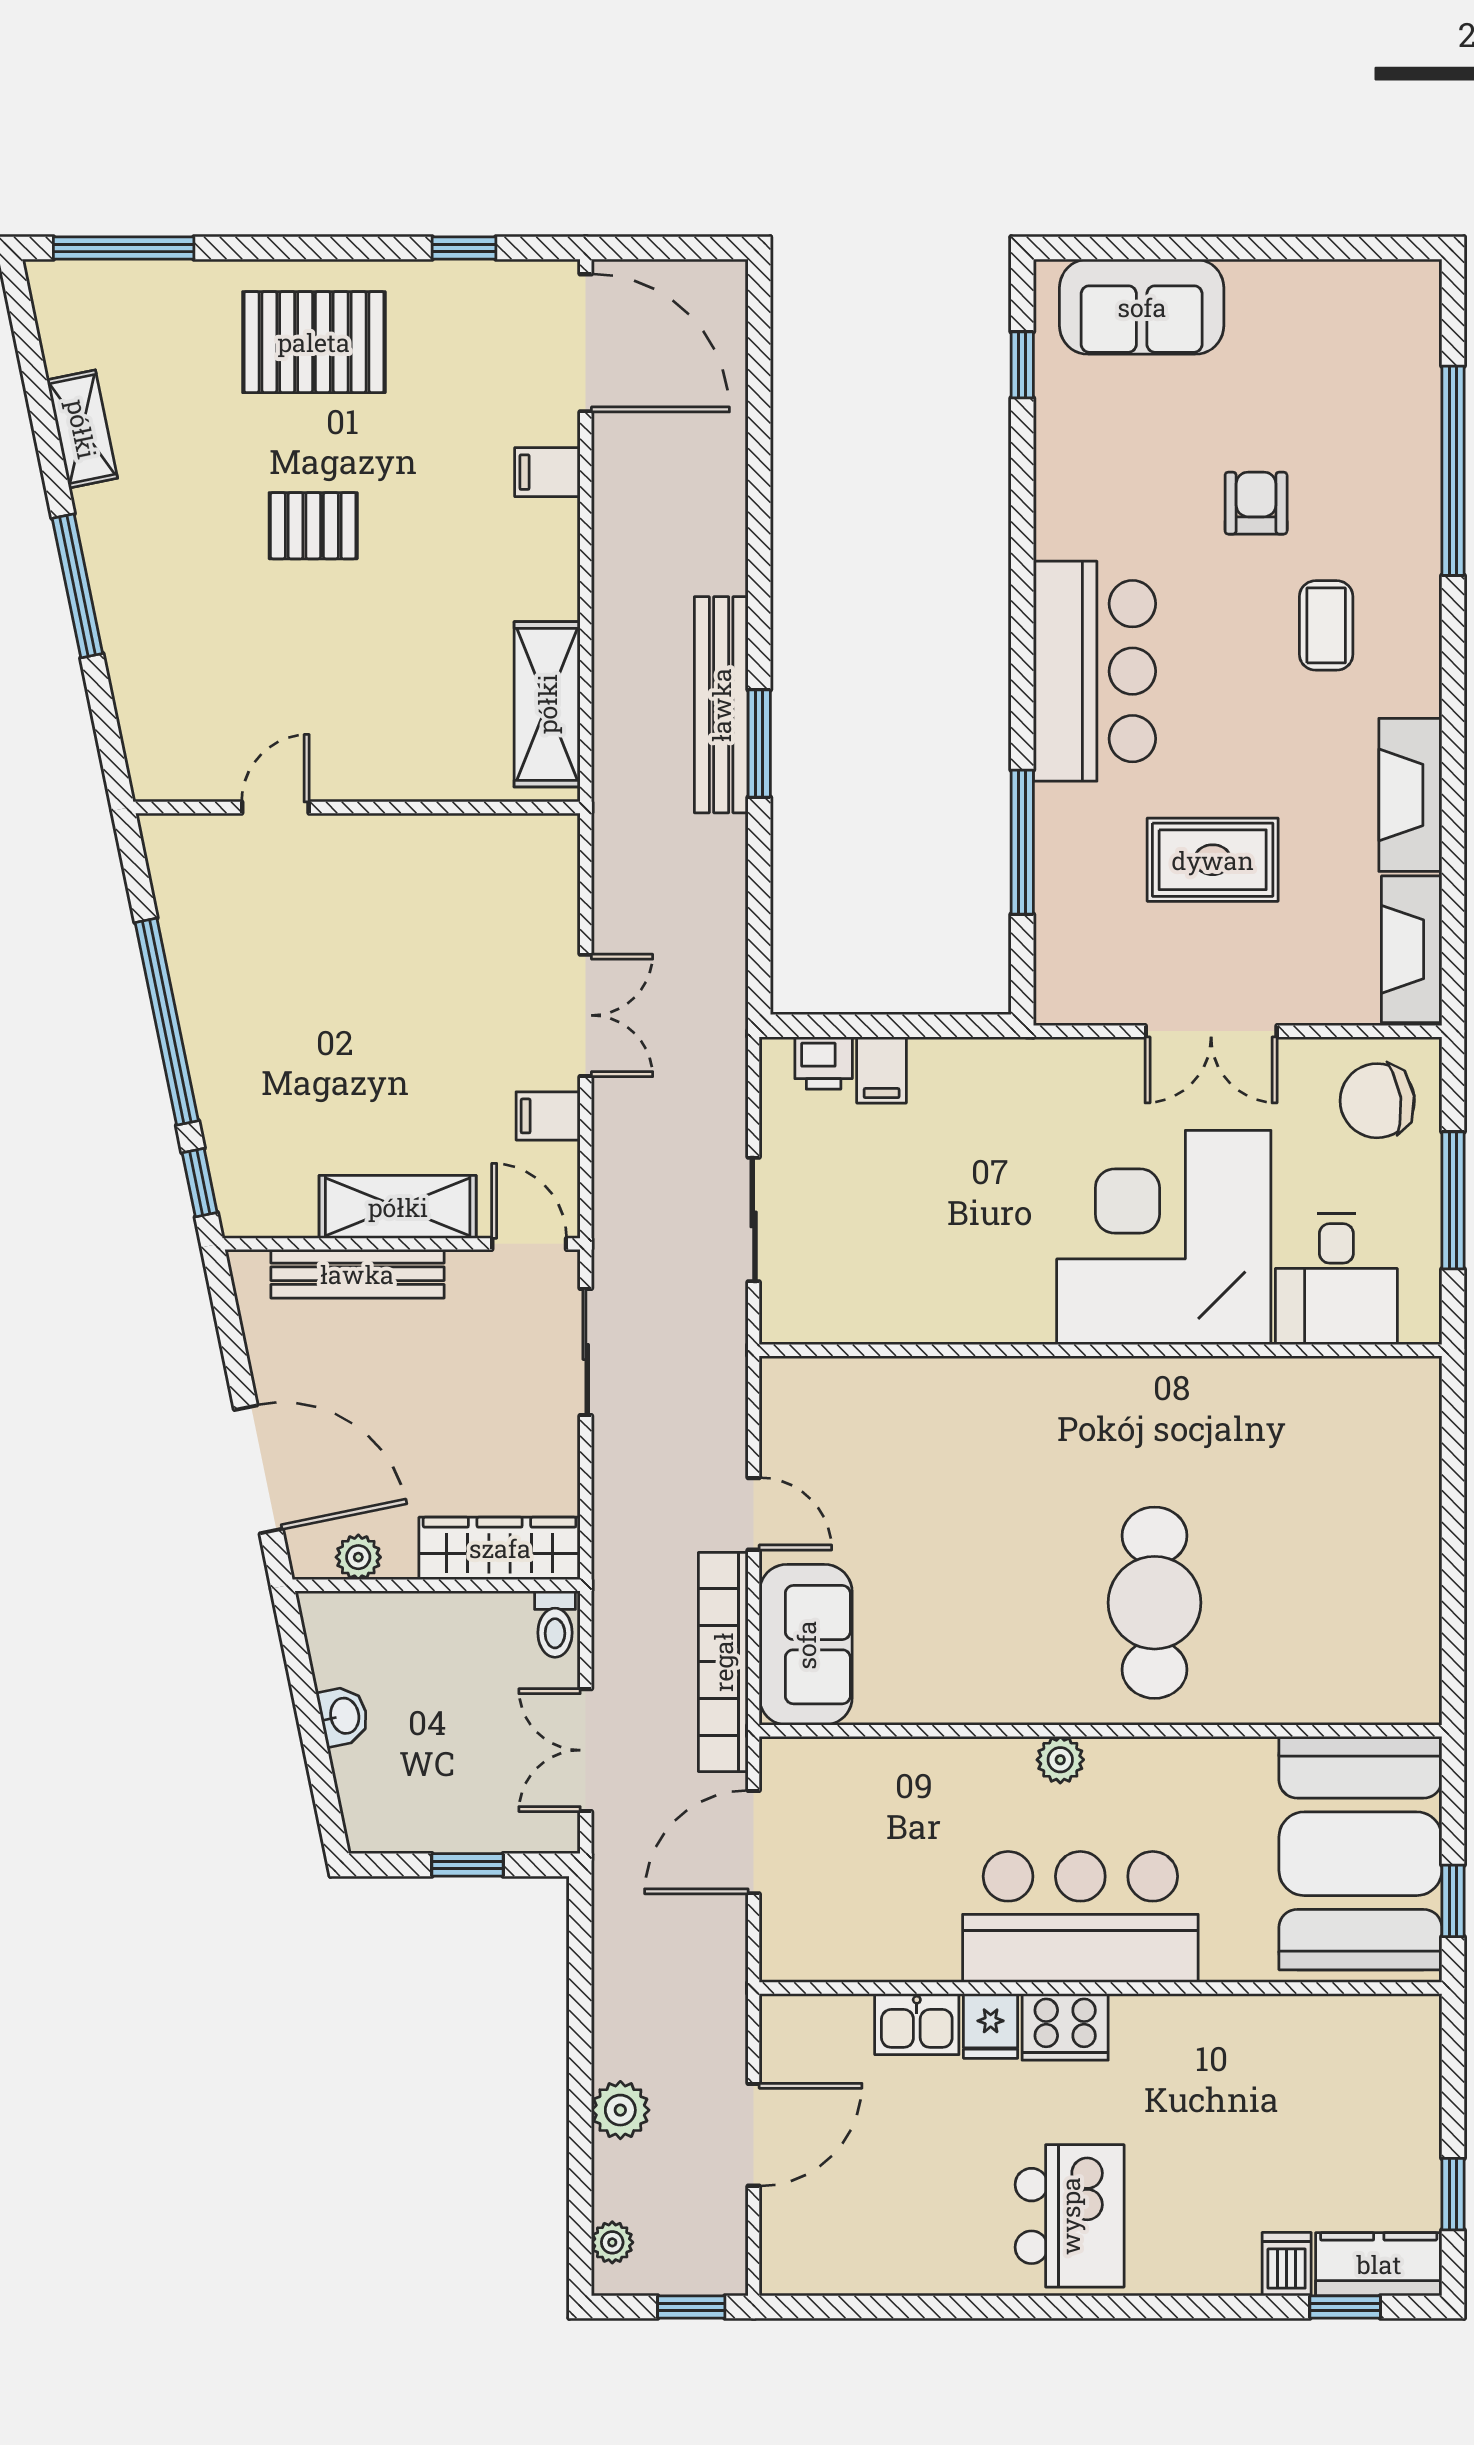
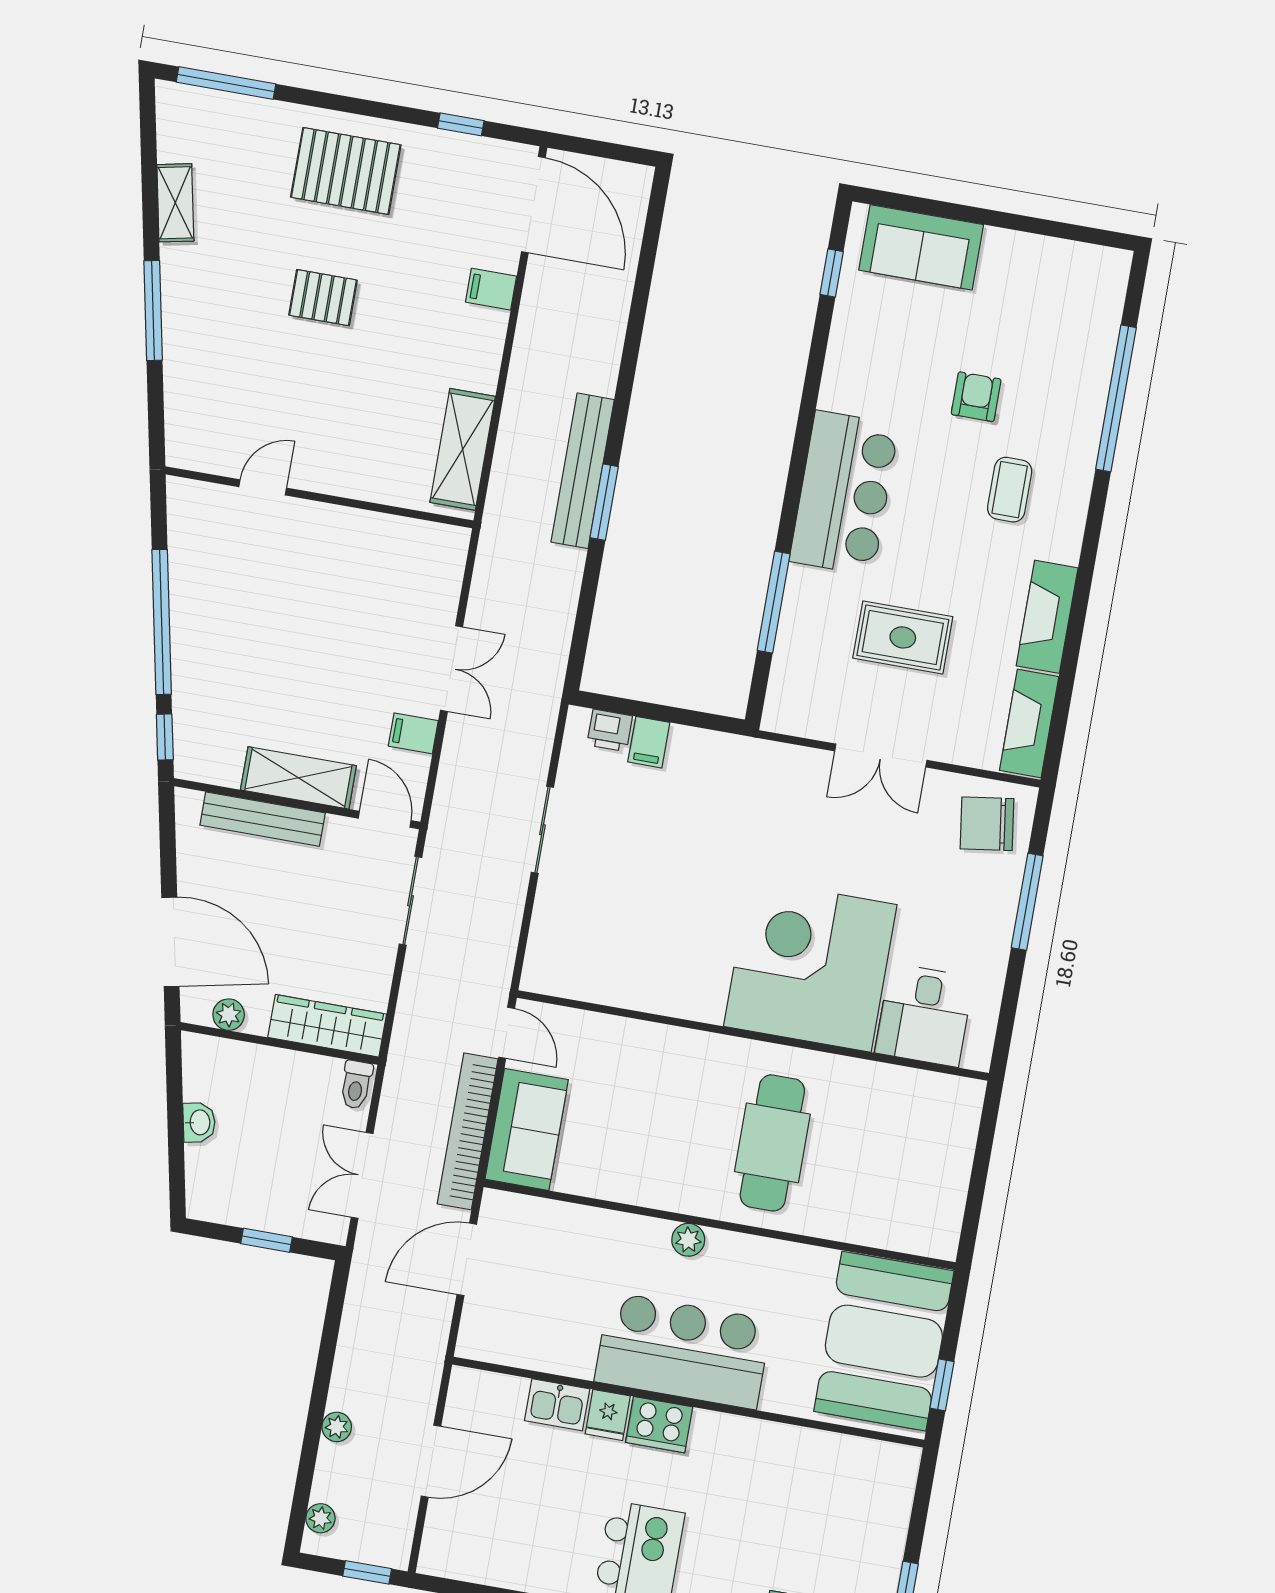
corner desk: (1164, 1237) -> (810, 965), moved
desk: (1336, 1279) -> (924, 1015), moved
wall: (1101, 1350) -> (753, 1035), moved
plant: (620, 2110) -> (337, 1427), width x0.73, depth x0.73

